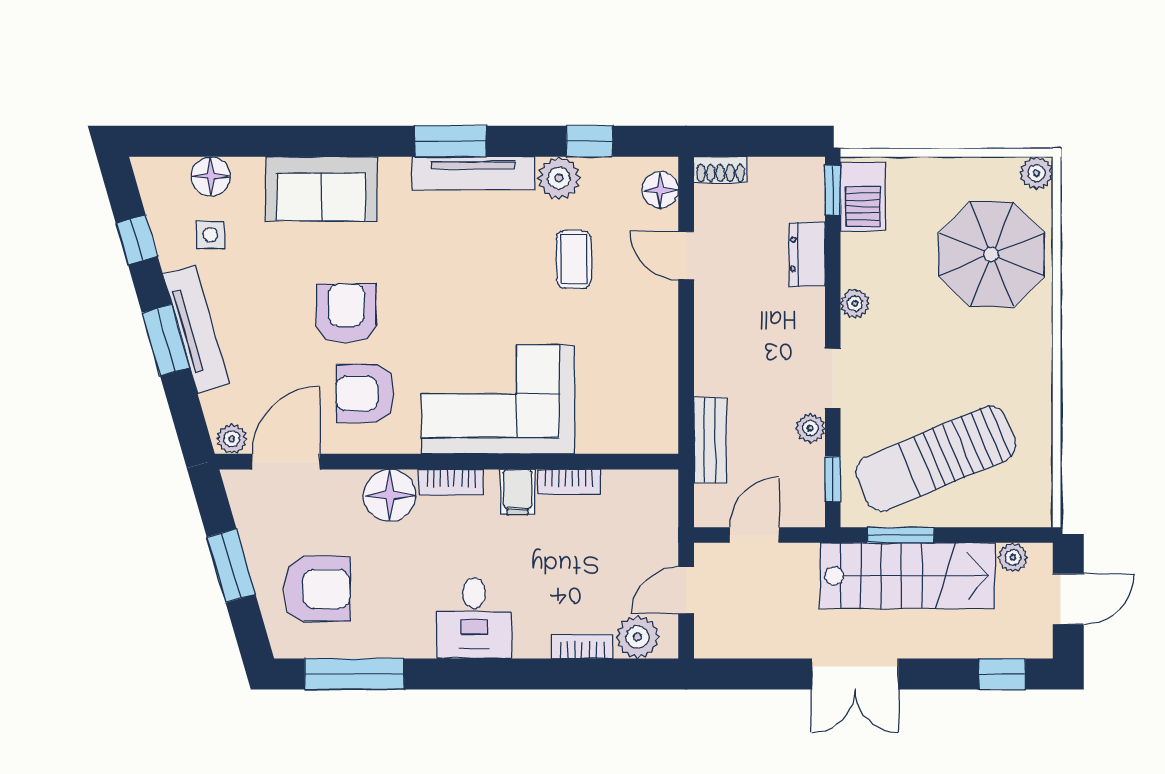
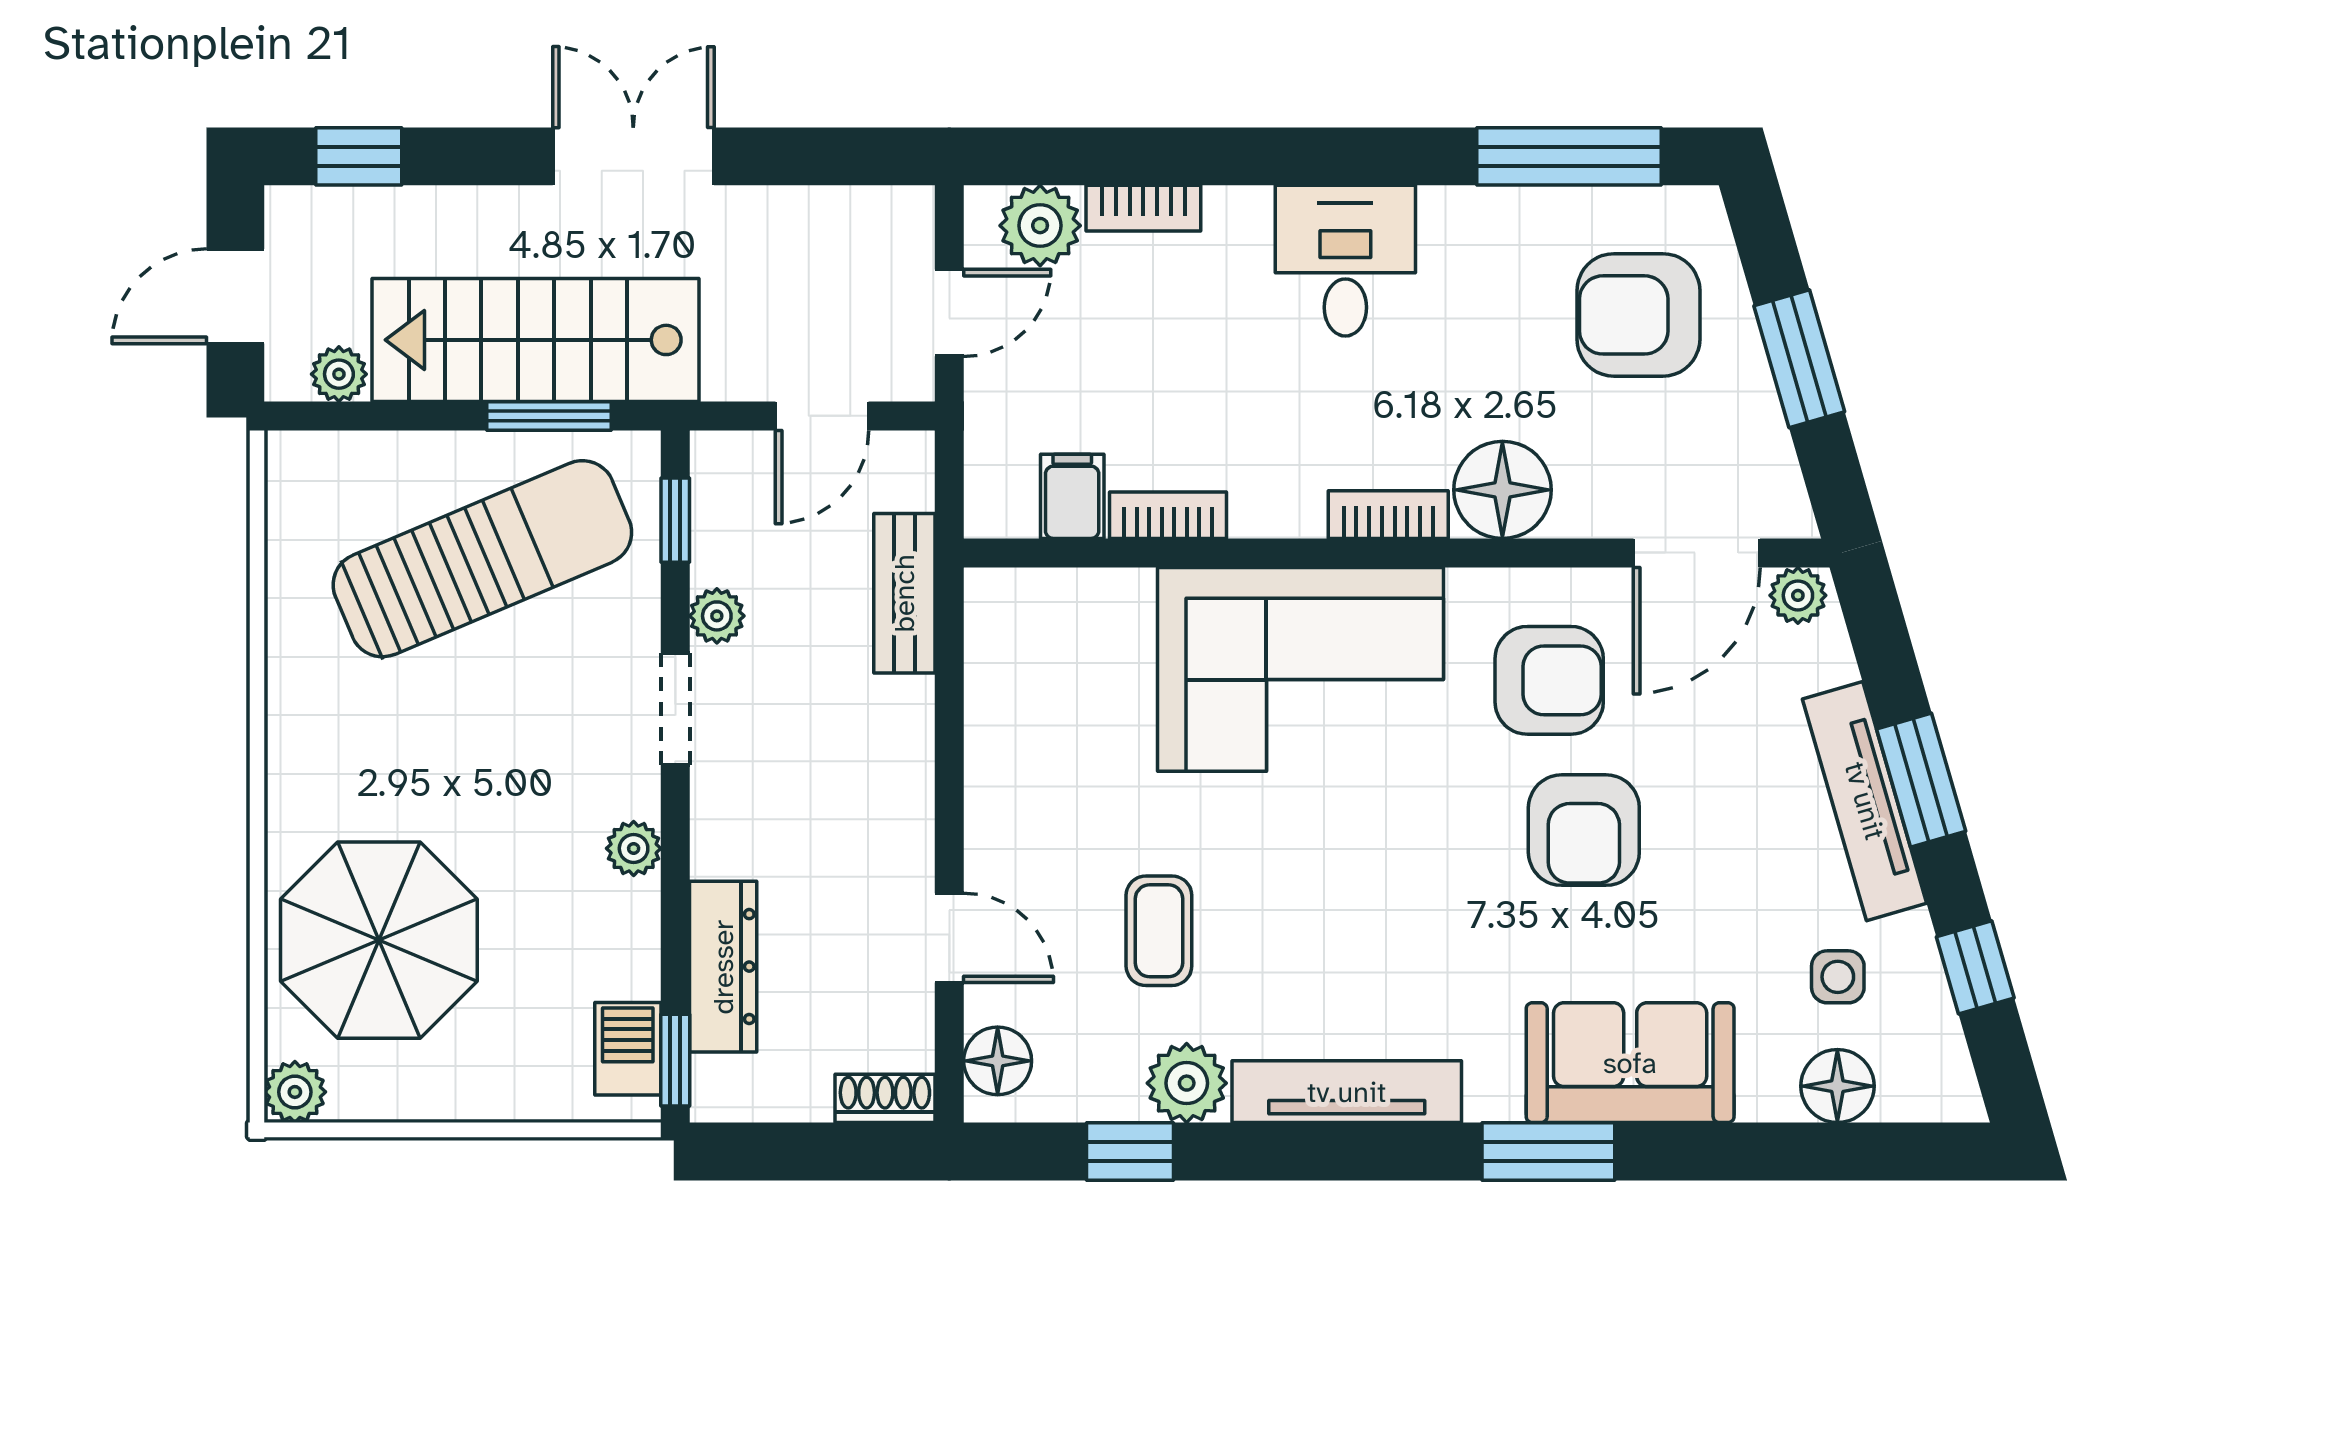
window: (451, 141) -> (1548, 1152), moved
barbecue: (863, 196) -> (628, 1049), width x0.73, depth x0.79
dresser: (807, 254) -> (723, 967), width x1.44
filing cabinet: (518, 492) -> (1072, 496), moved

